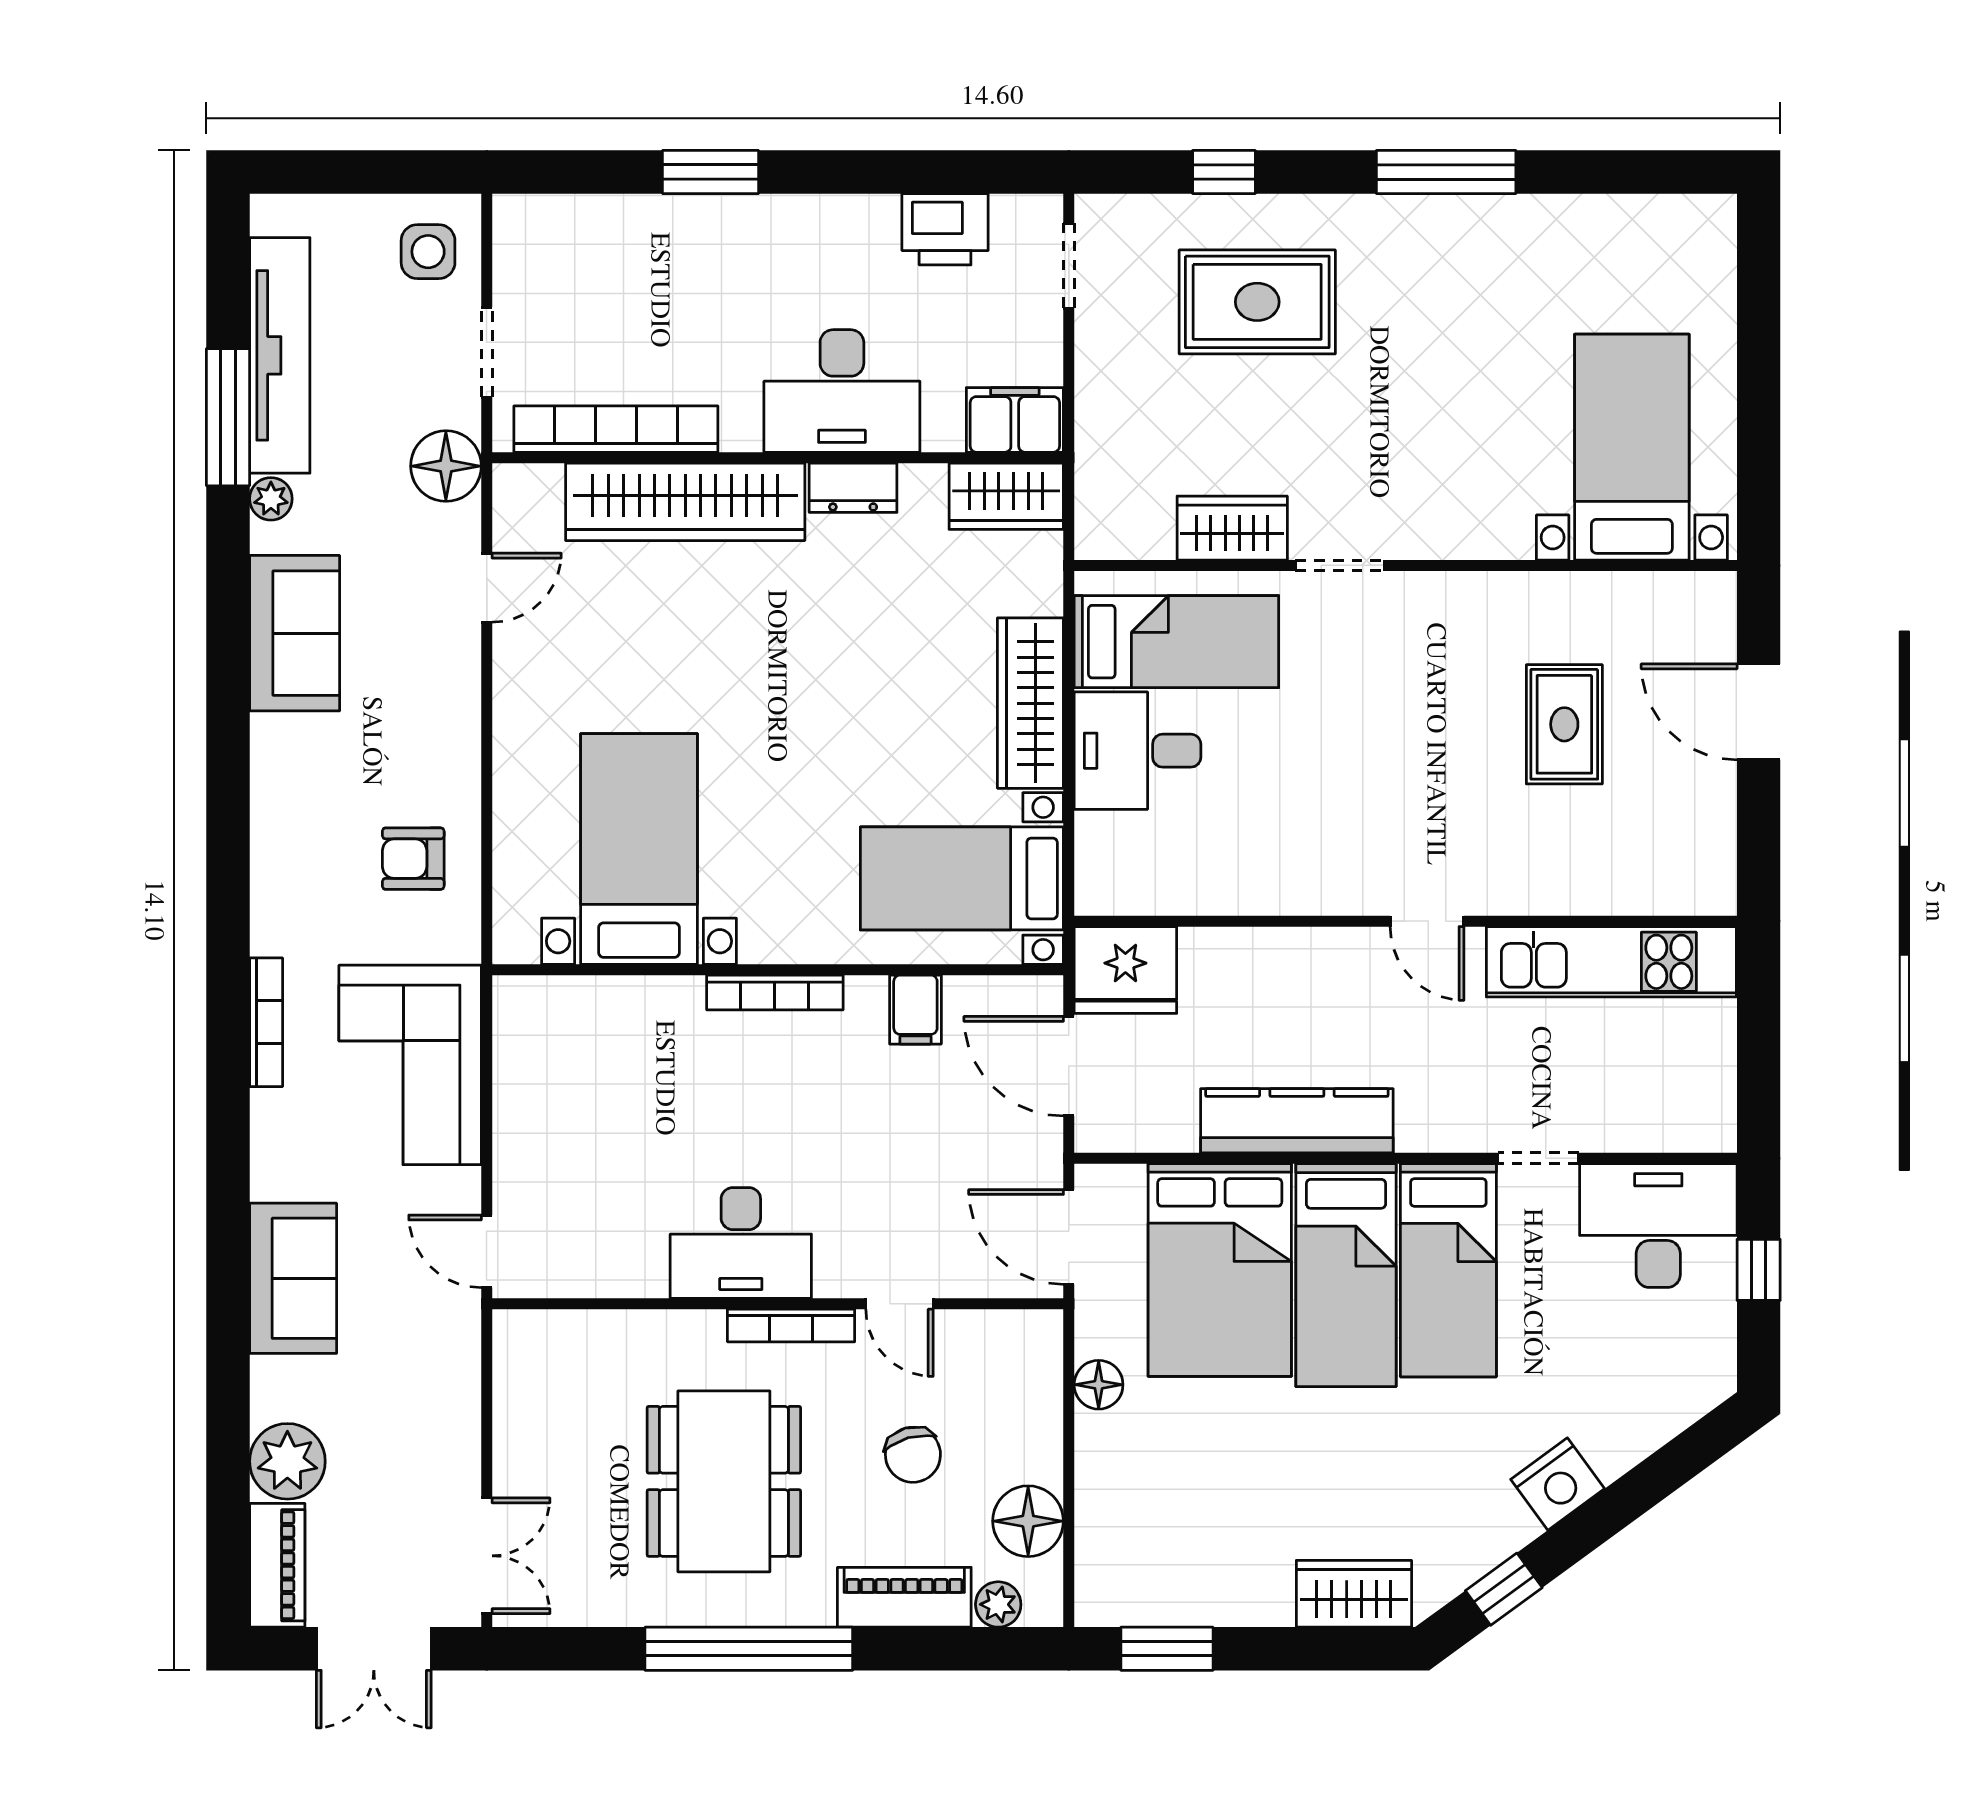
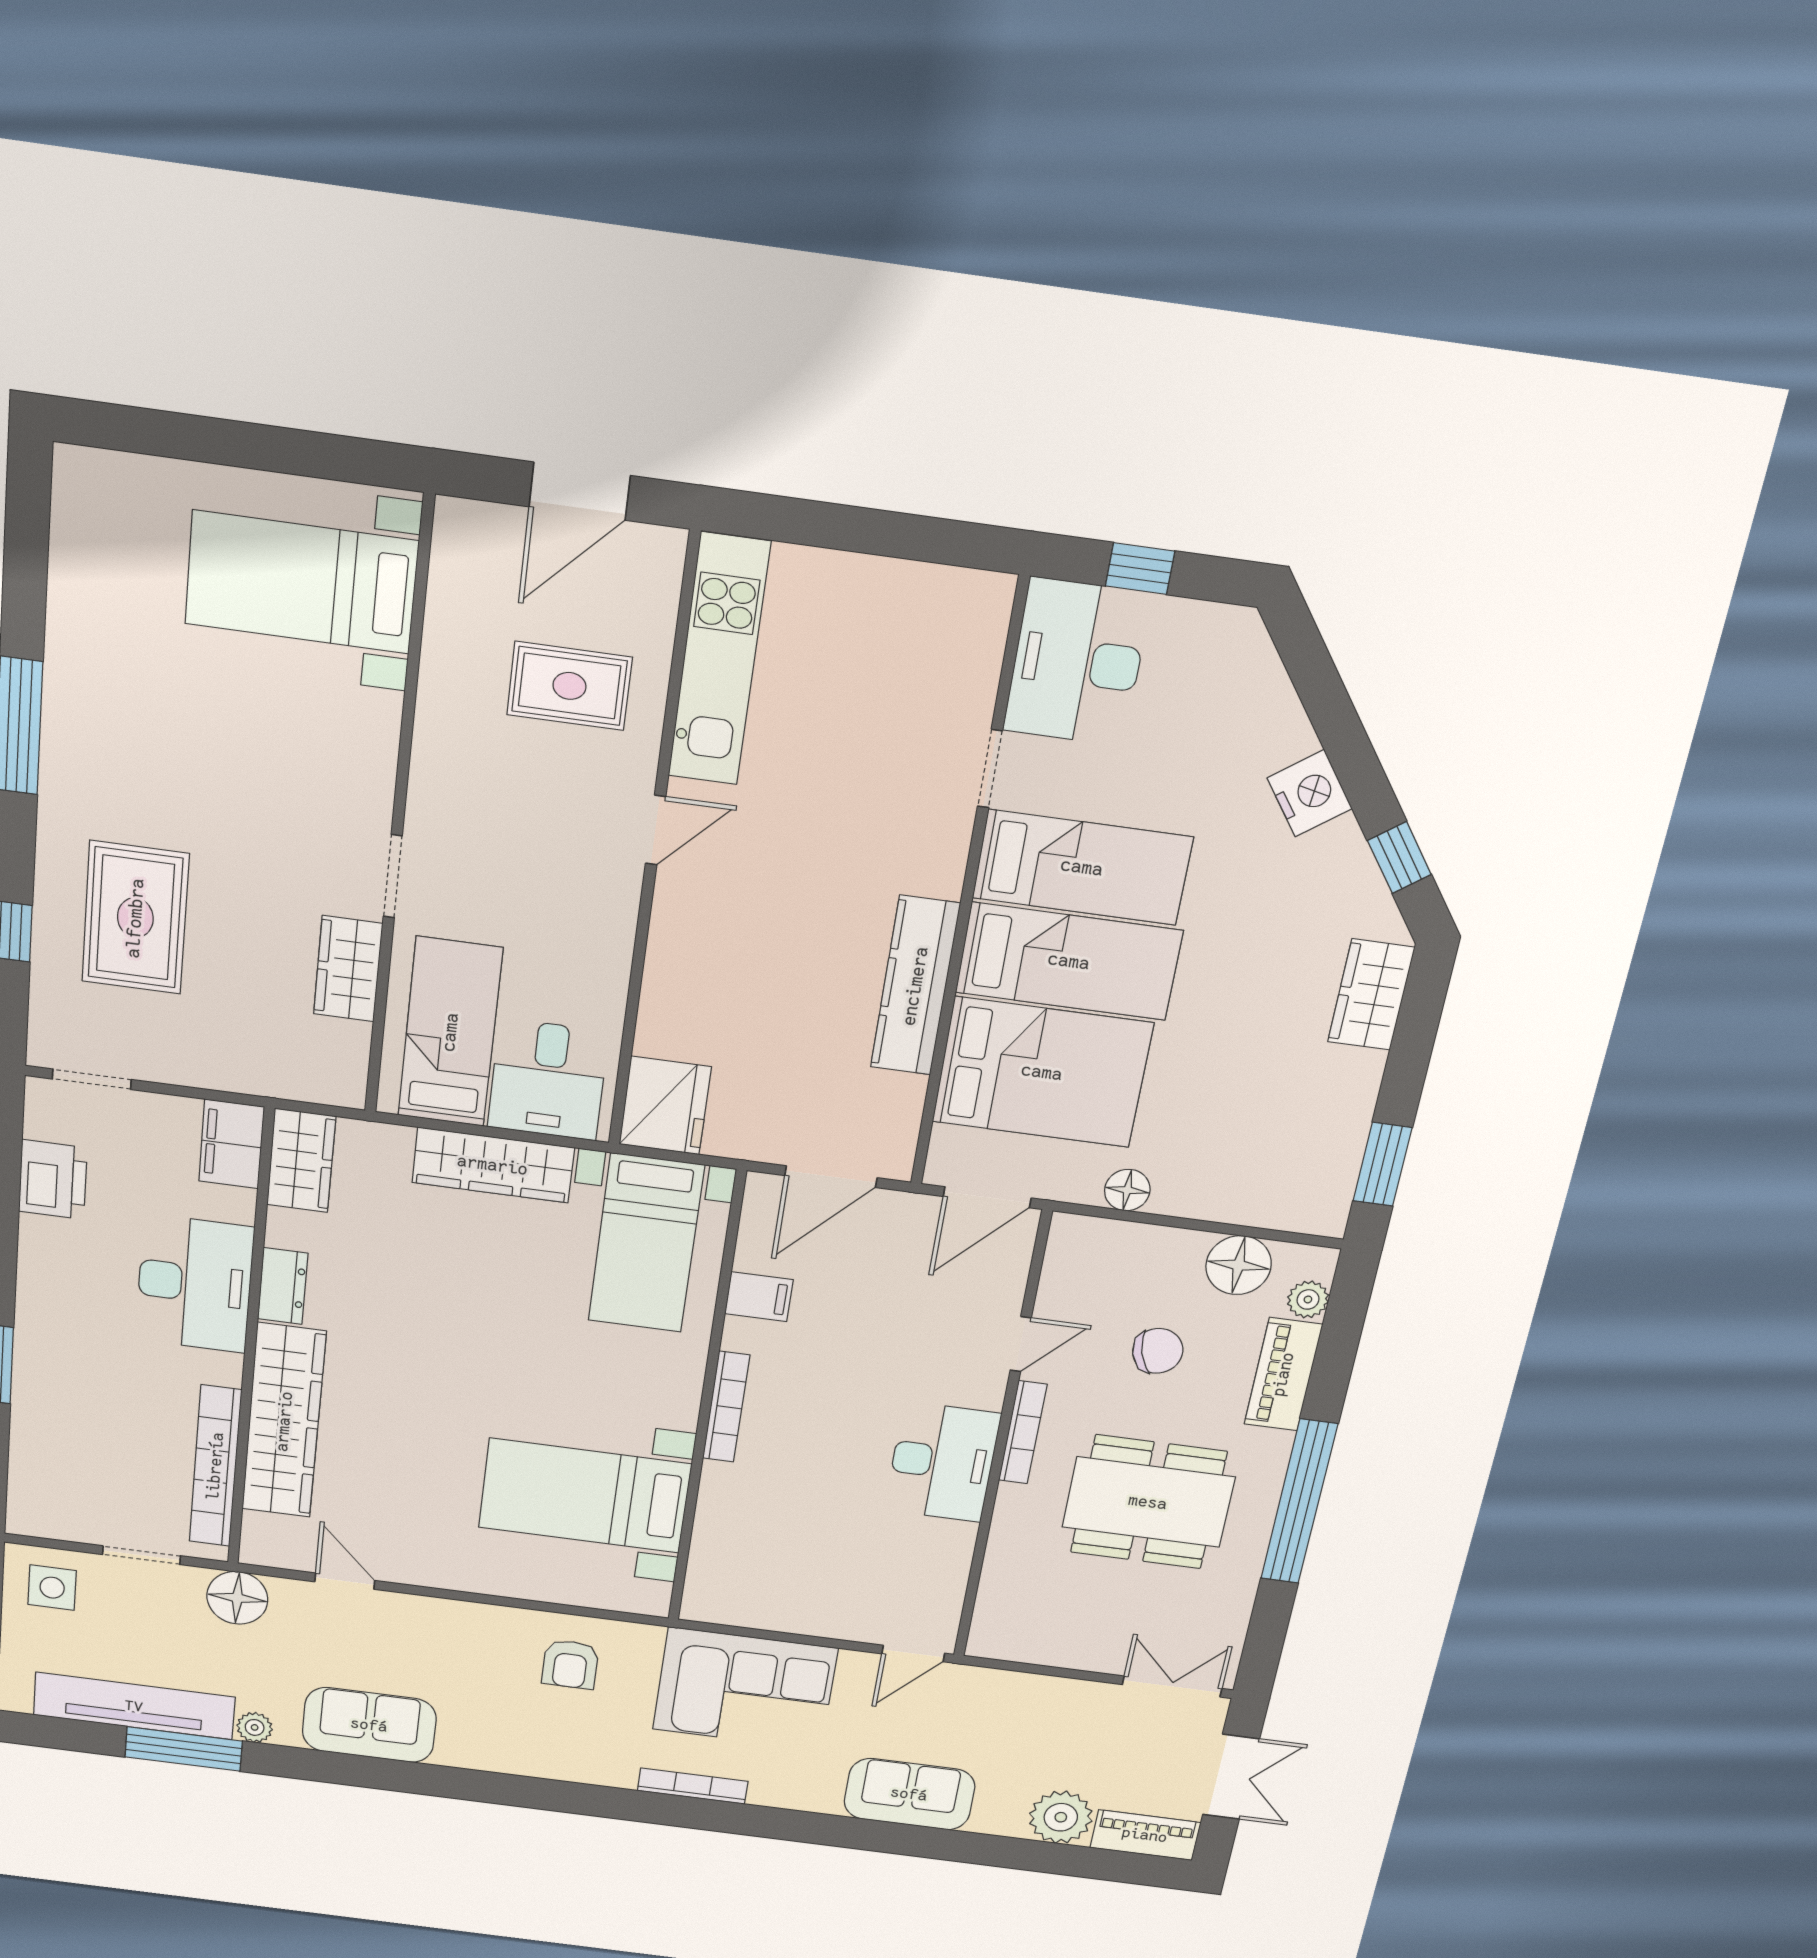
wall: (1406, 921) -> (653, 850), moved
door: (1427, 921) -> (656, 830), moved
kitchen unit: (1611, 962) -> (719, 660), moved
fridge: (1125, 970) -> (665, 1106), moved

